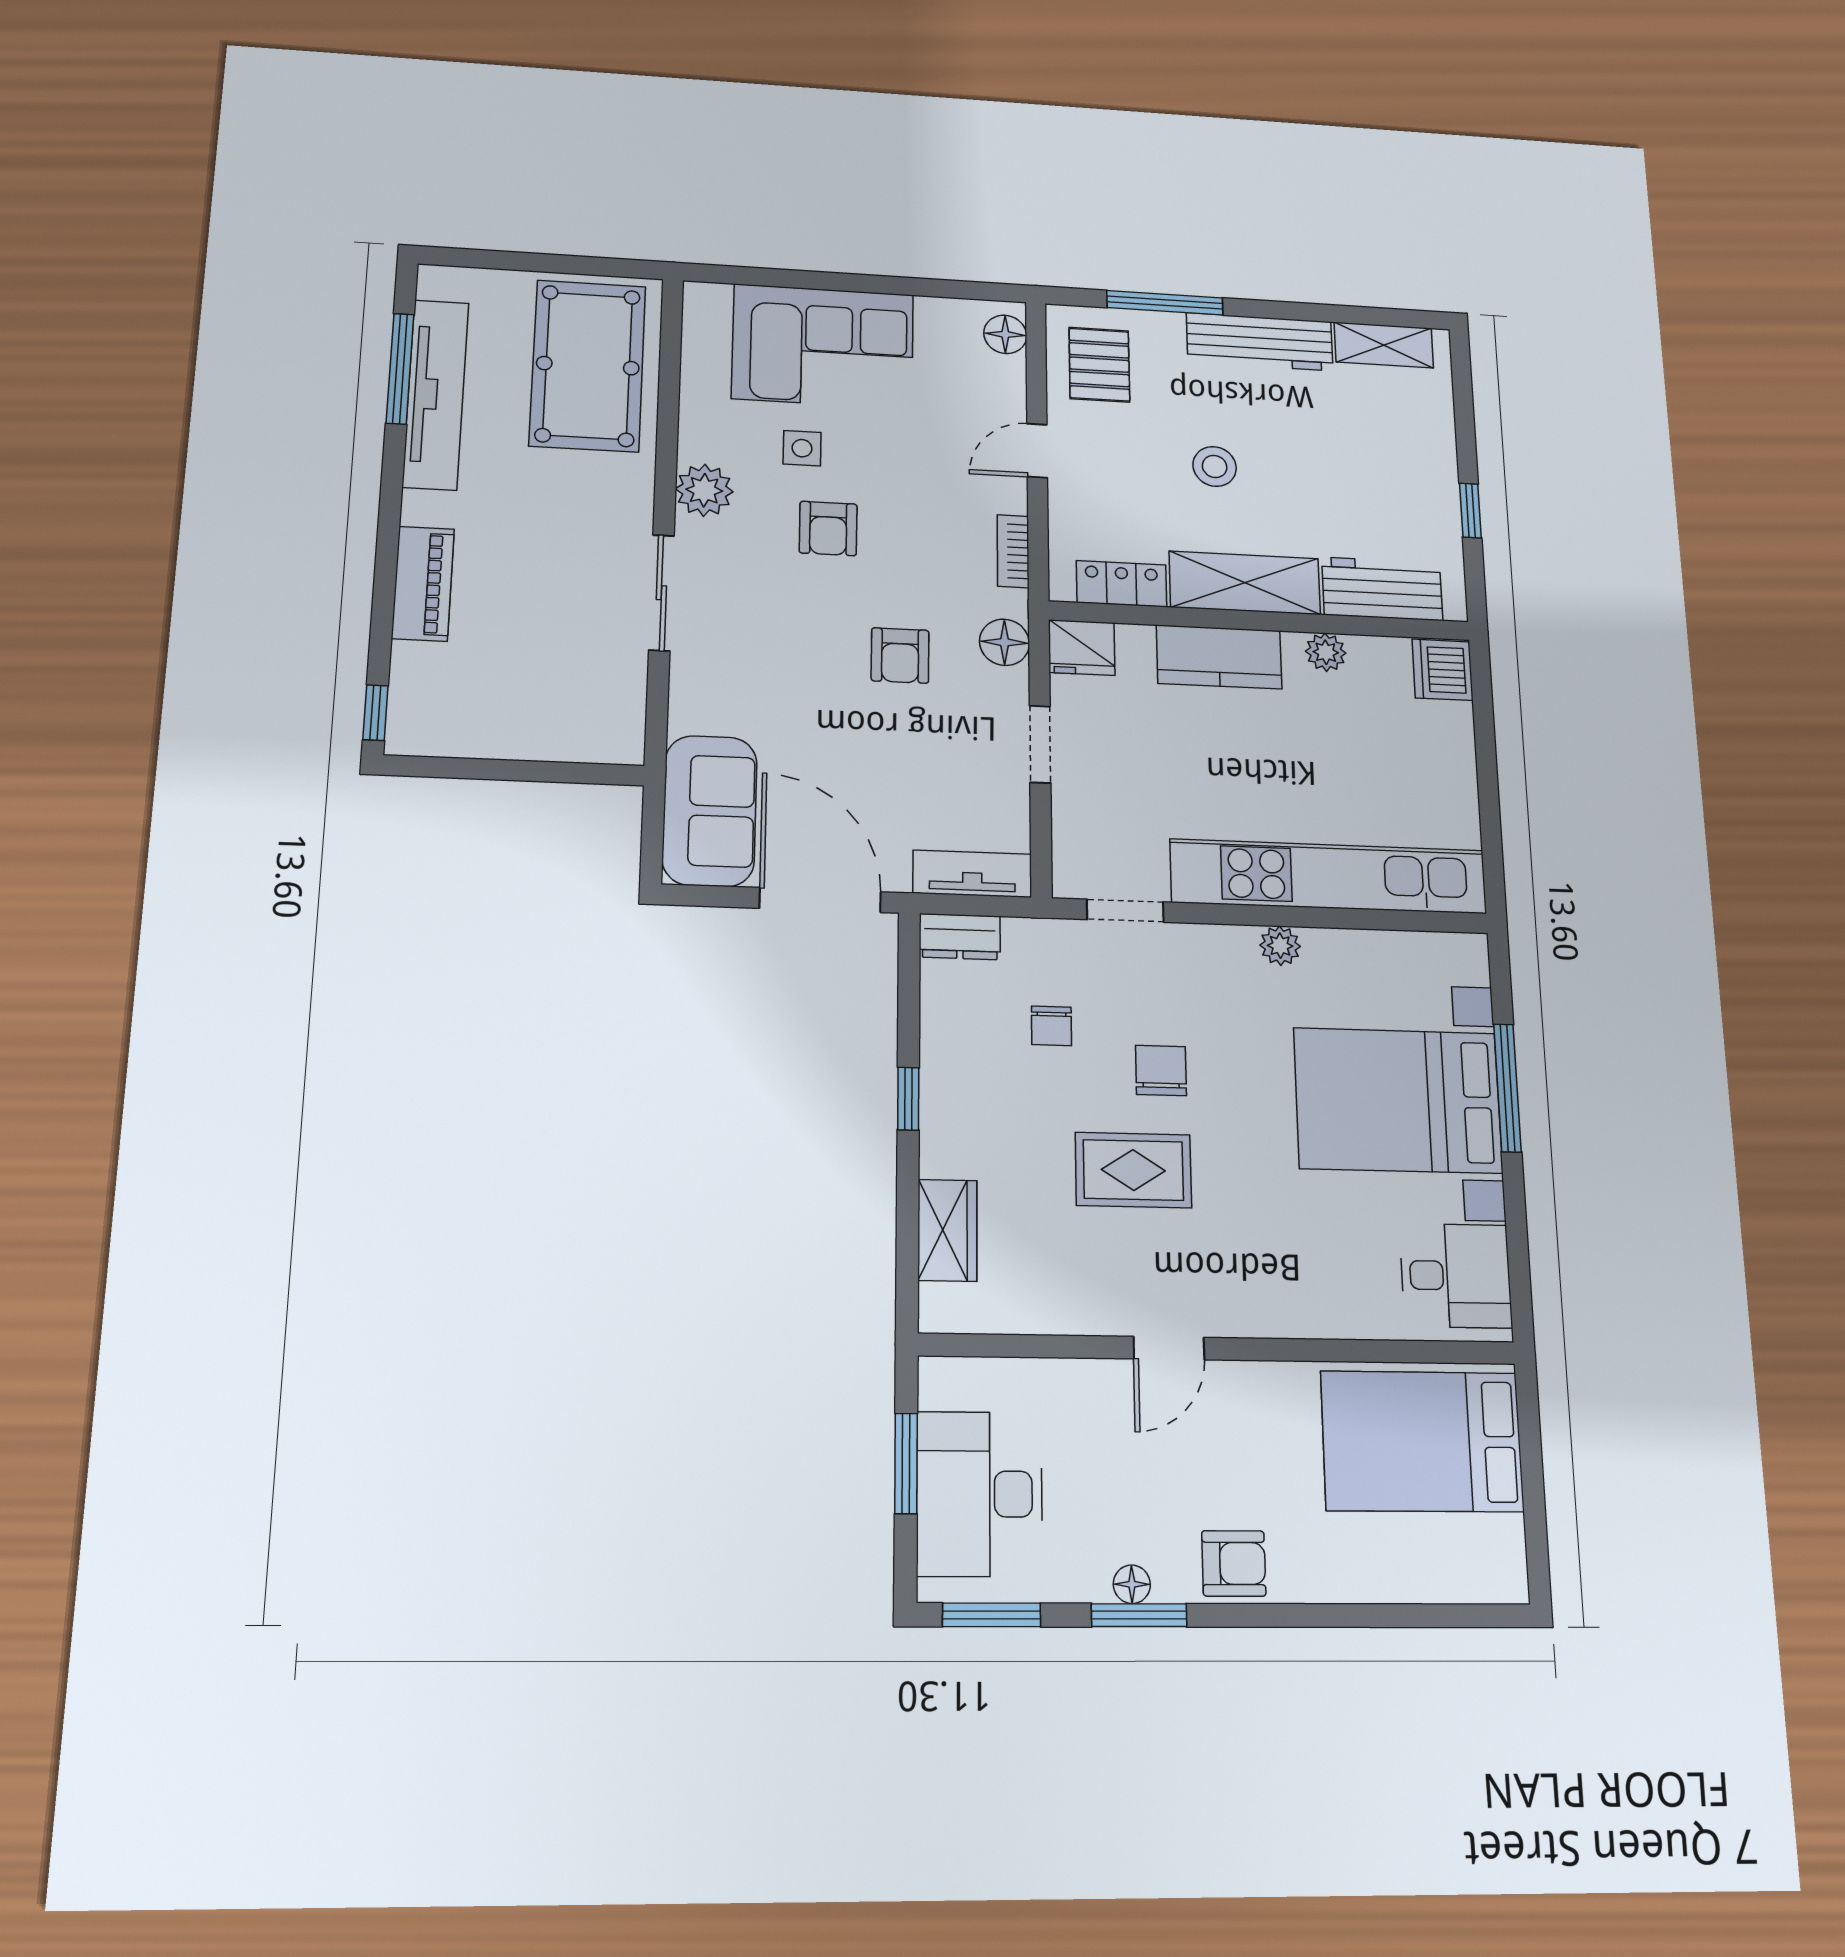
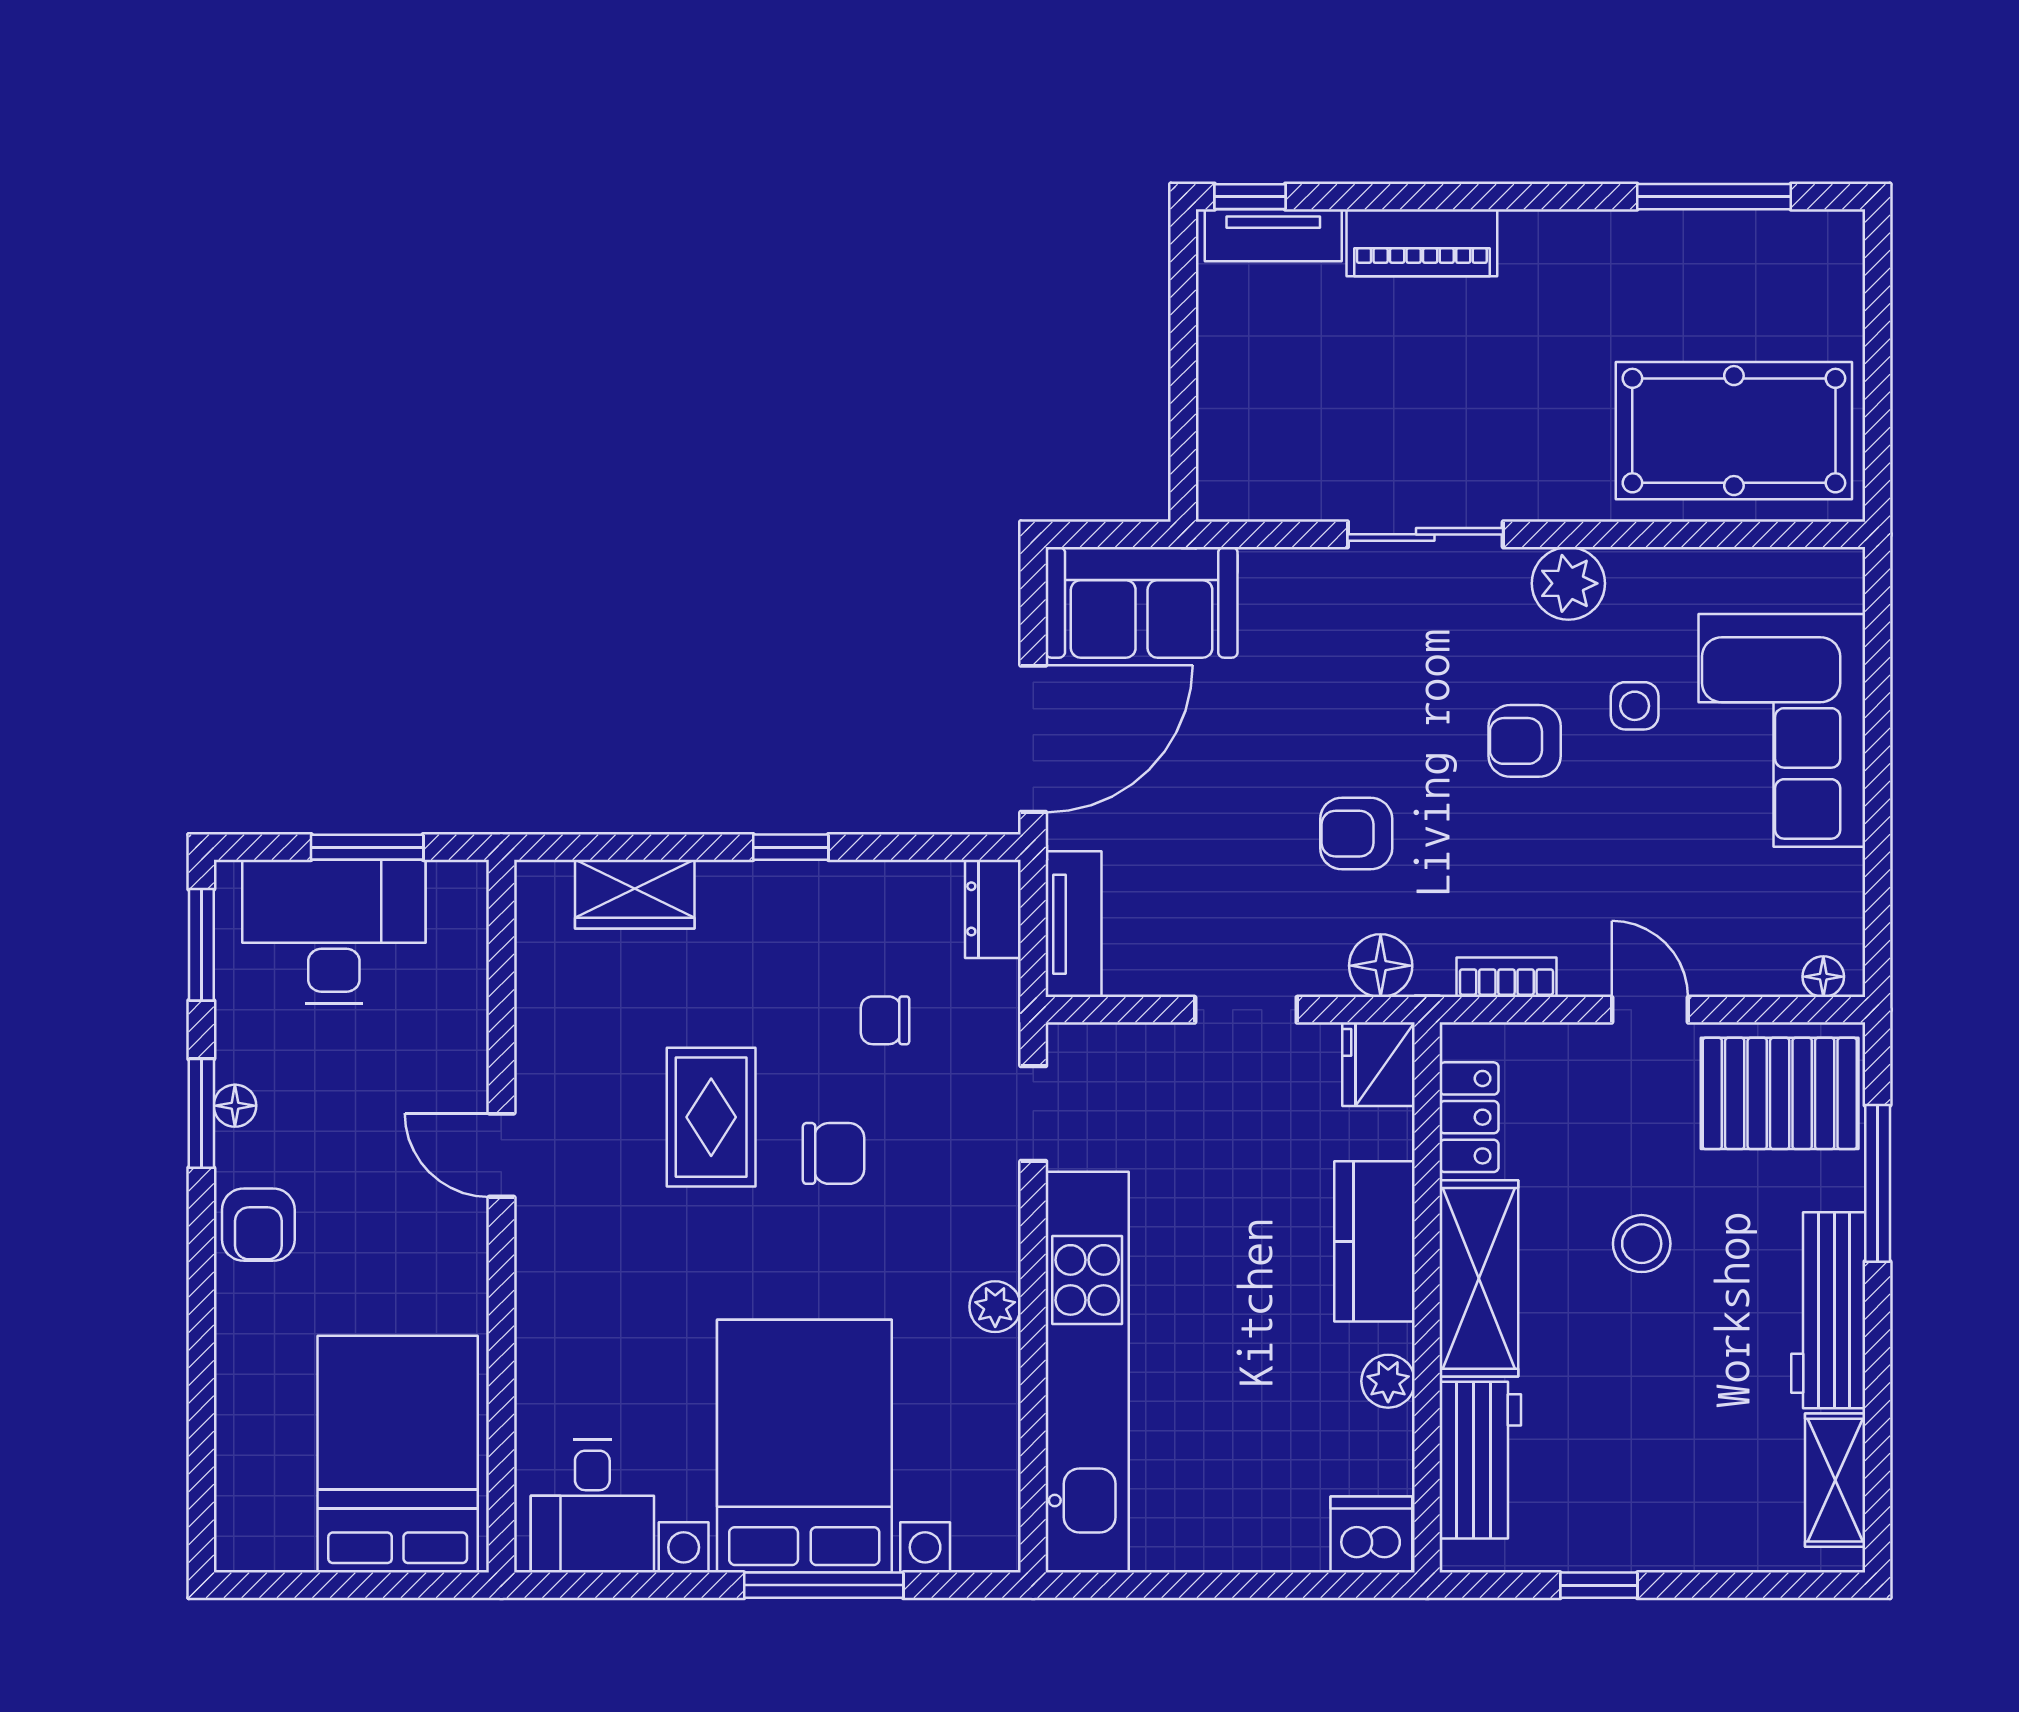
floor lamp: (1005, 334) -> (1823, 977), width x0.73, depth x0.73
pallet: (1099, 365) -> (1780, 1093), width x1.50, depth x1.42
tv unit: (436, 394) -> (1273, 235), moved, width x0.52, depth x0.78

